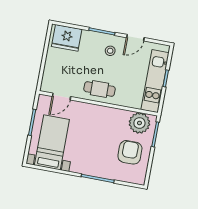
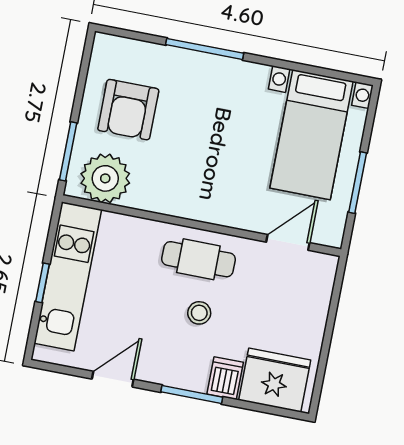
dishwasher: (88, 39) -> (225, 378), added
stool: (110, 51) -> (199, 313), moved

